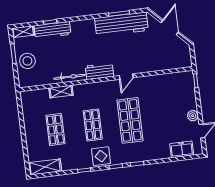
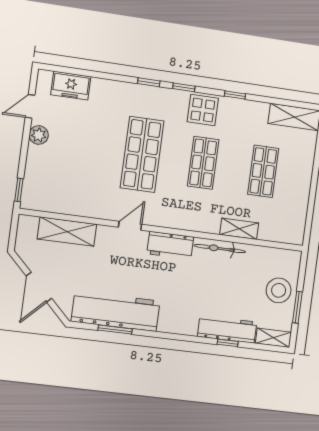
shelving: (162, 64) -> (67, 232), added

